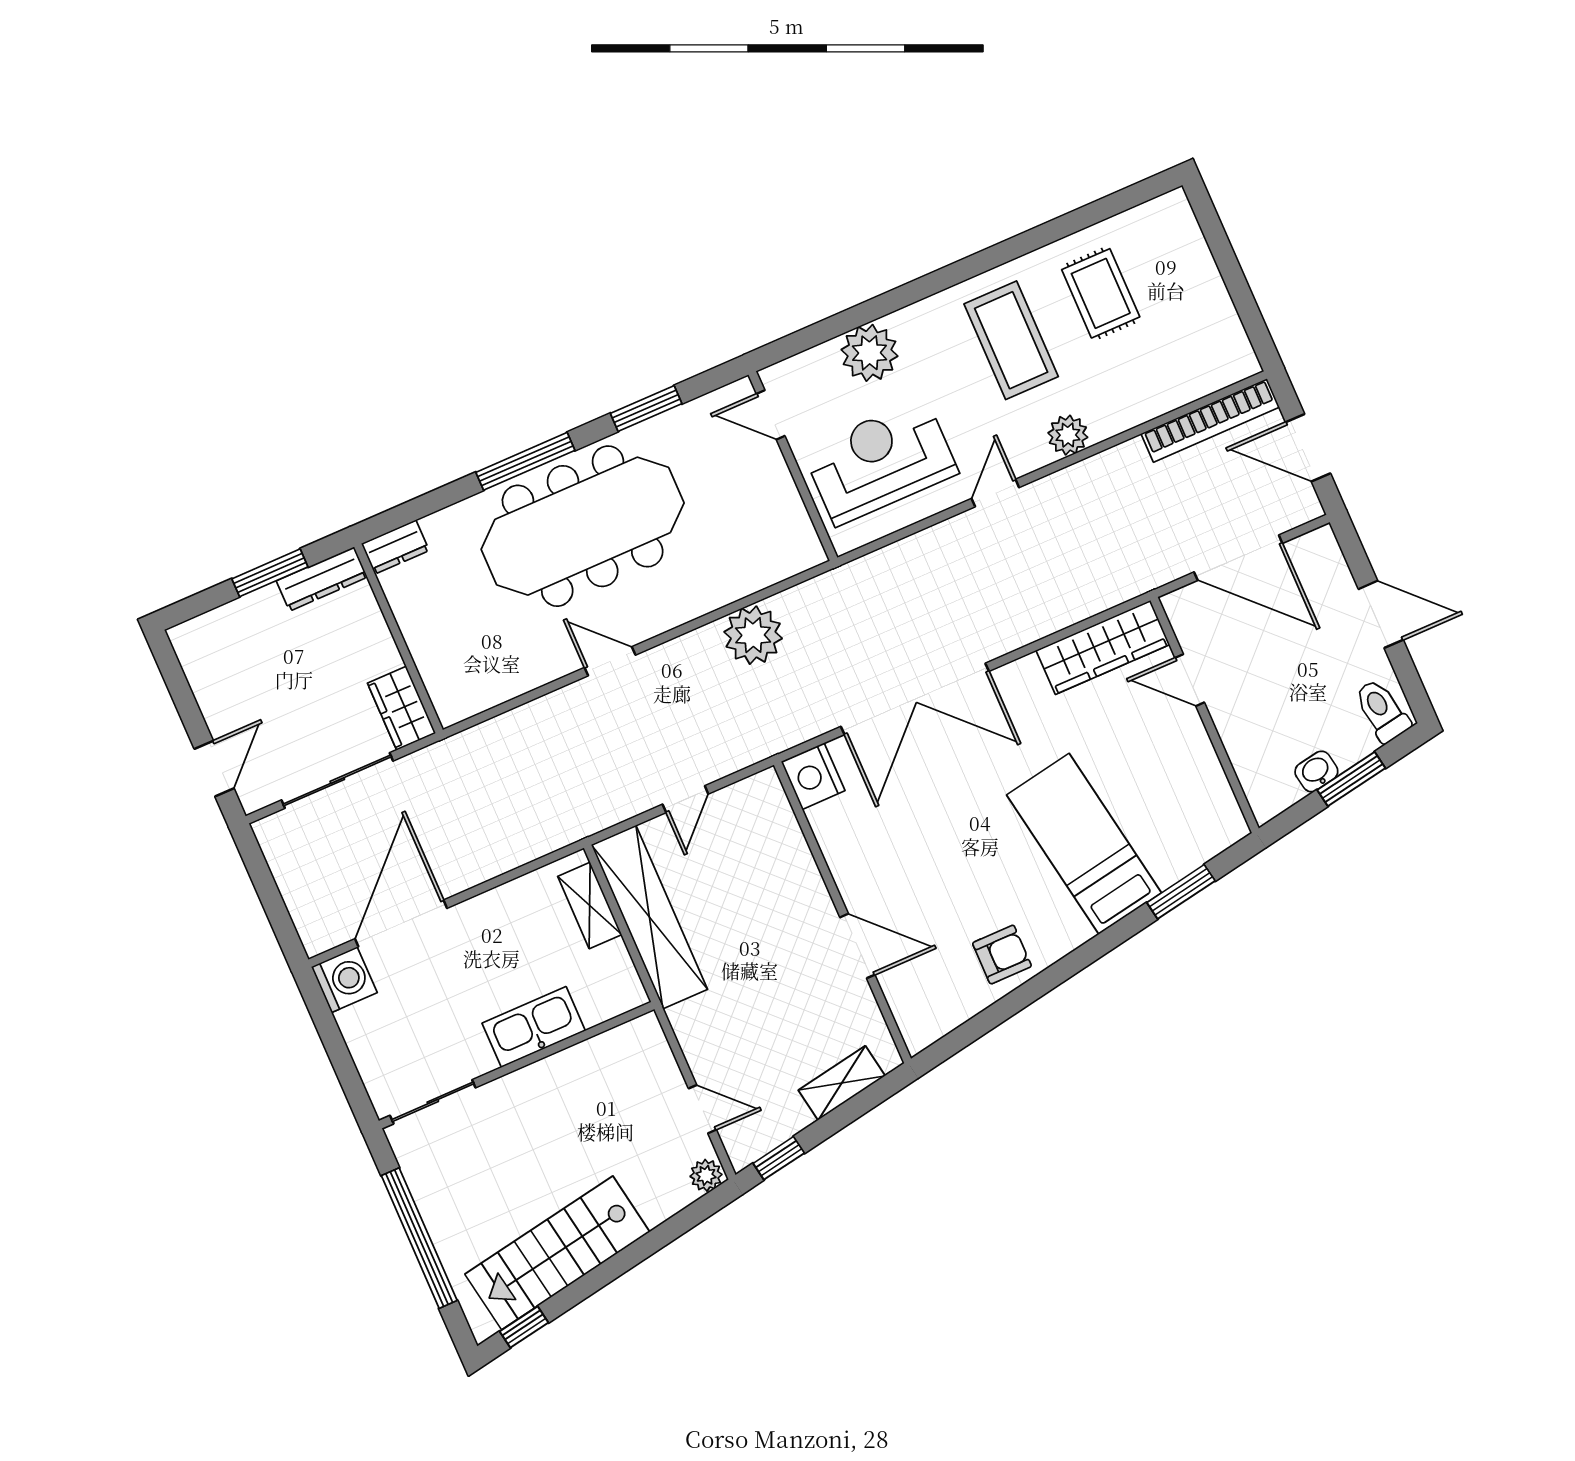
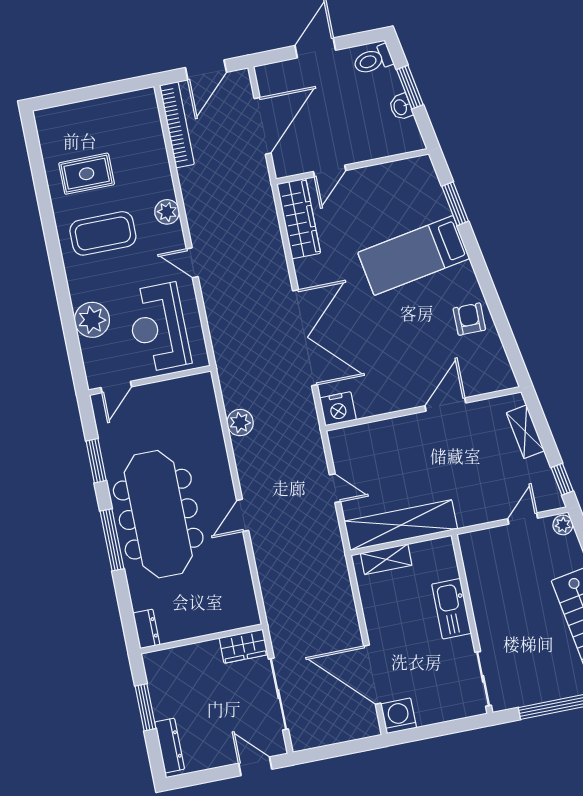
dresser: (322, 579) -> (170, 746), moved
plant: (753, 635) -> (240, 423), width x0.73, depth x0.73

